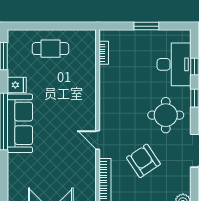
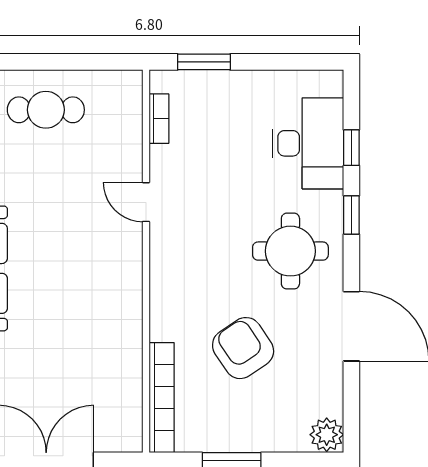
window: (146, 26) -> (204, 62), moved
door: (98, 140) -> (146, 202), moved

